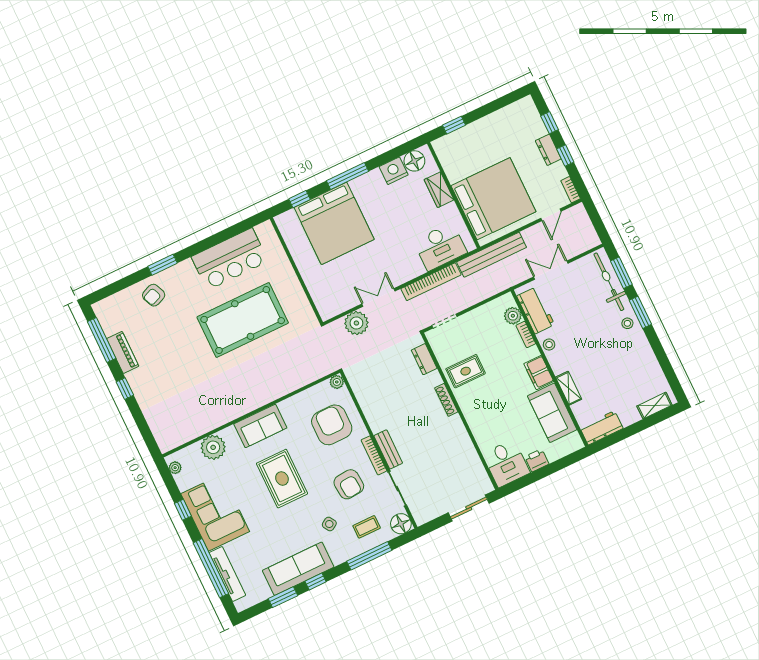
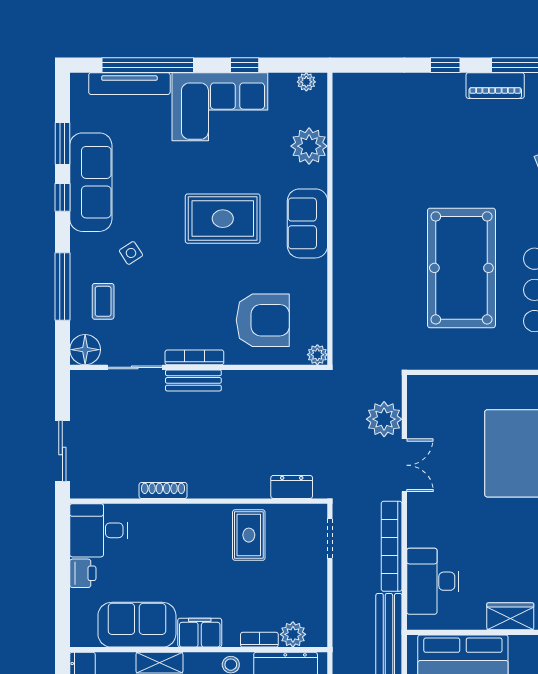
shoe rack: (446, 400) -> (163, 490), moved
armchair: (349, 484) -> (172, 305), removed

